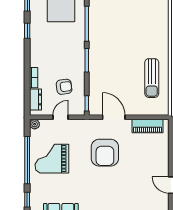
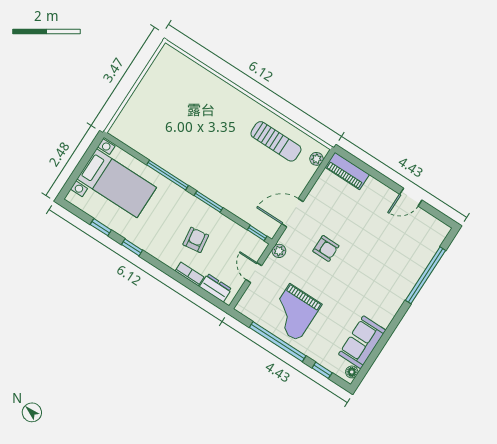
armchair: (64, 87) -> (196, 240), moved
plant: (157, 110) -> (317, 159), added
plant: (35, 124) -> (279, 251), moved
piano: (148, 126) -> (347, 171), moved, turned 90
armchair: (105, 153) -> (326, 248), width x0.53, depth x0.53

